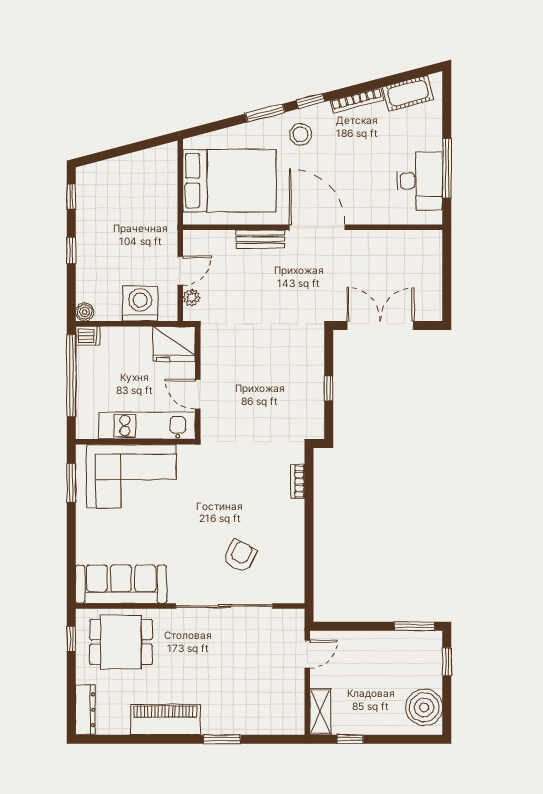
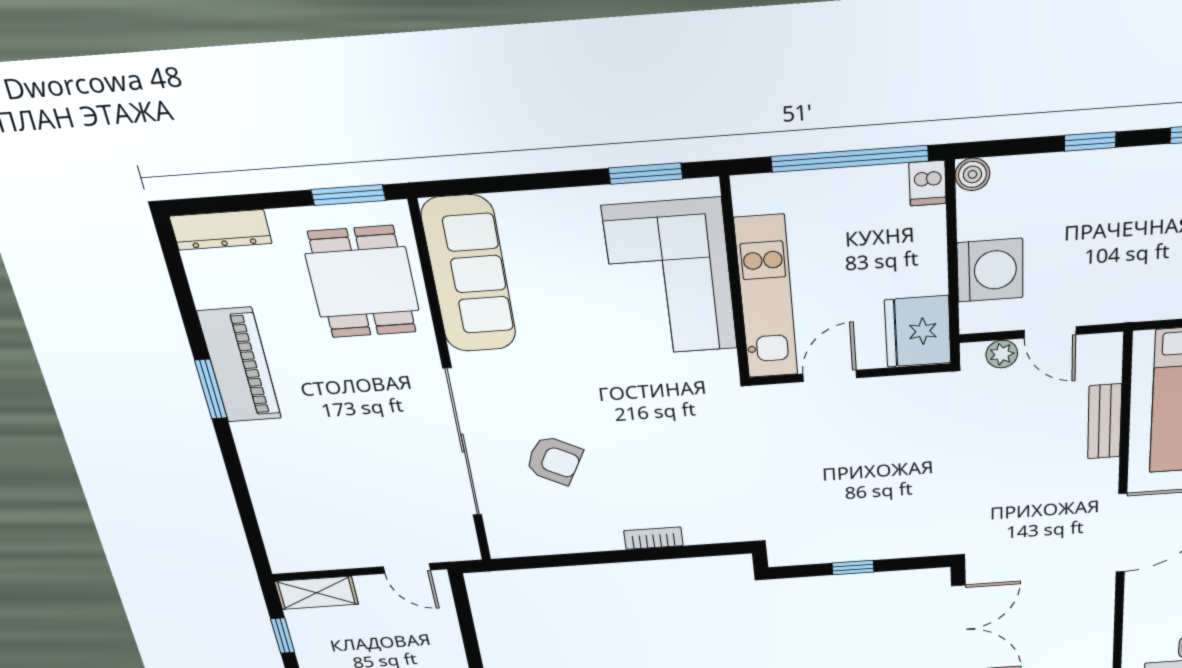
bench: (260, 239) -> (1105, 422), moved
bookcase: (298, 481) -> (653, 538), moved
window: (71, 639) -> (348, 195), width x1.50
window: (222, 739) -> (211, 389), moved

